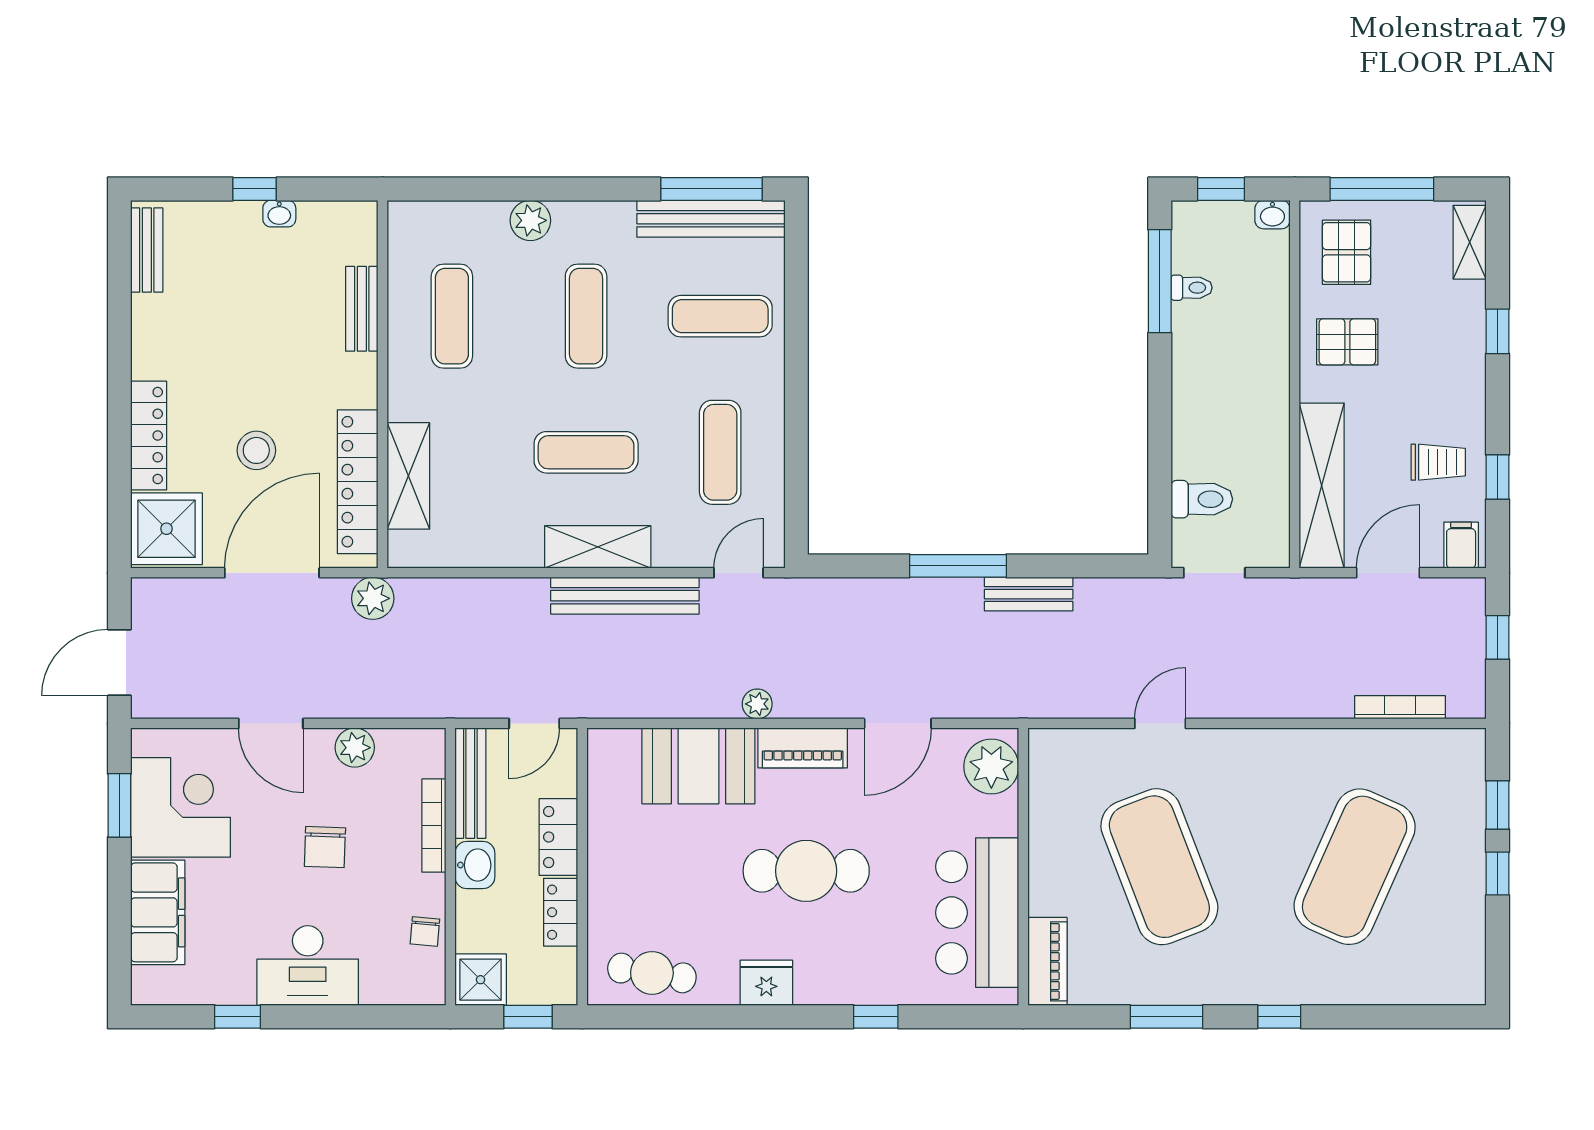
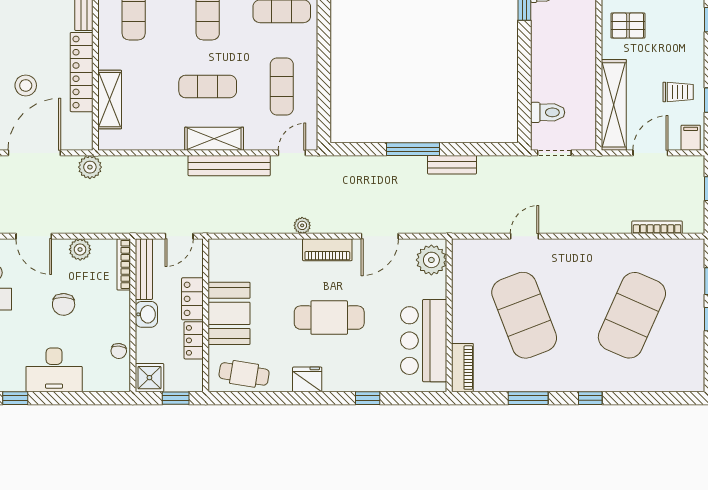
locker: (358, 482) -> (82, 72), moved
booth: (698, 766) -> (229, 313), moved, turned 90
bookcase: (434, 826) -> (124, 264), moved

